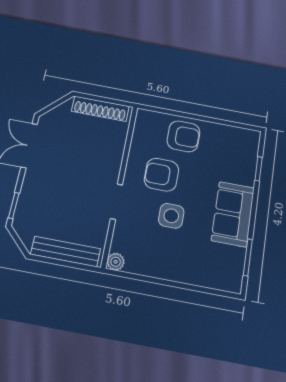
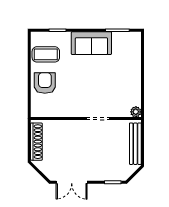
coffee table: (225, 146) -> (46, 54), added
armchair: (161, 175) -> (74, 93), removed
side table: (171, 216) -> (100, 82), removed

